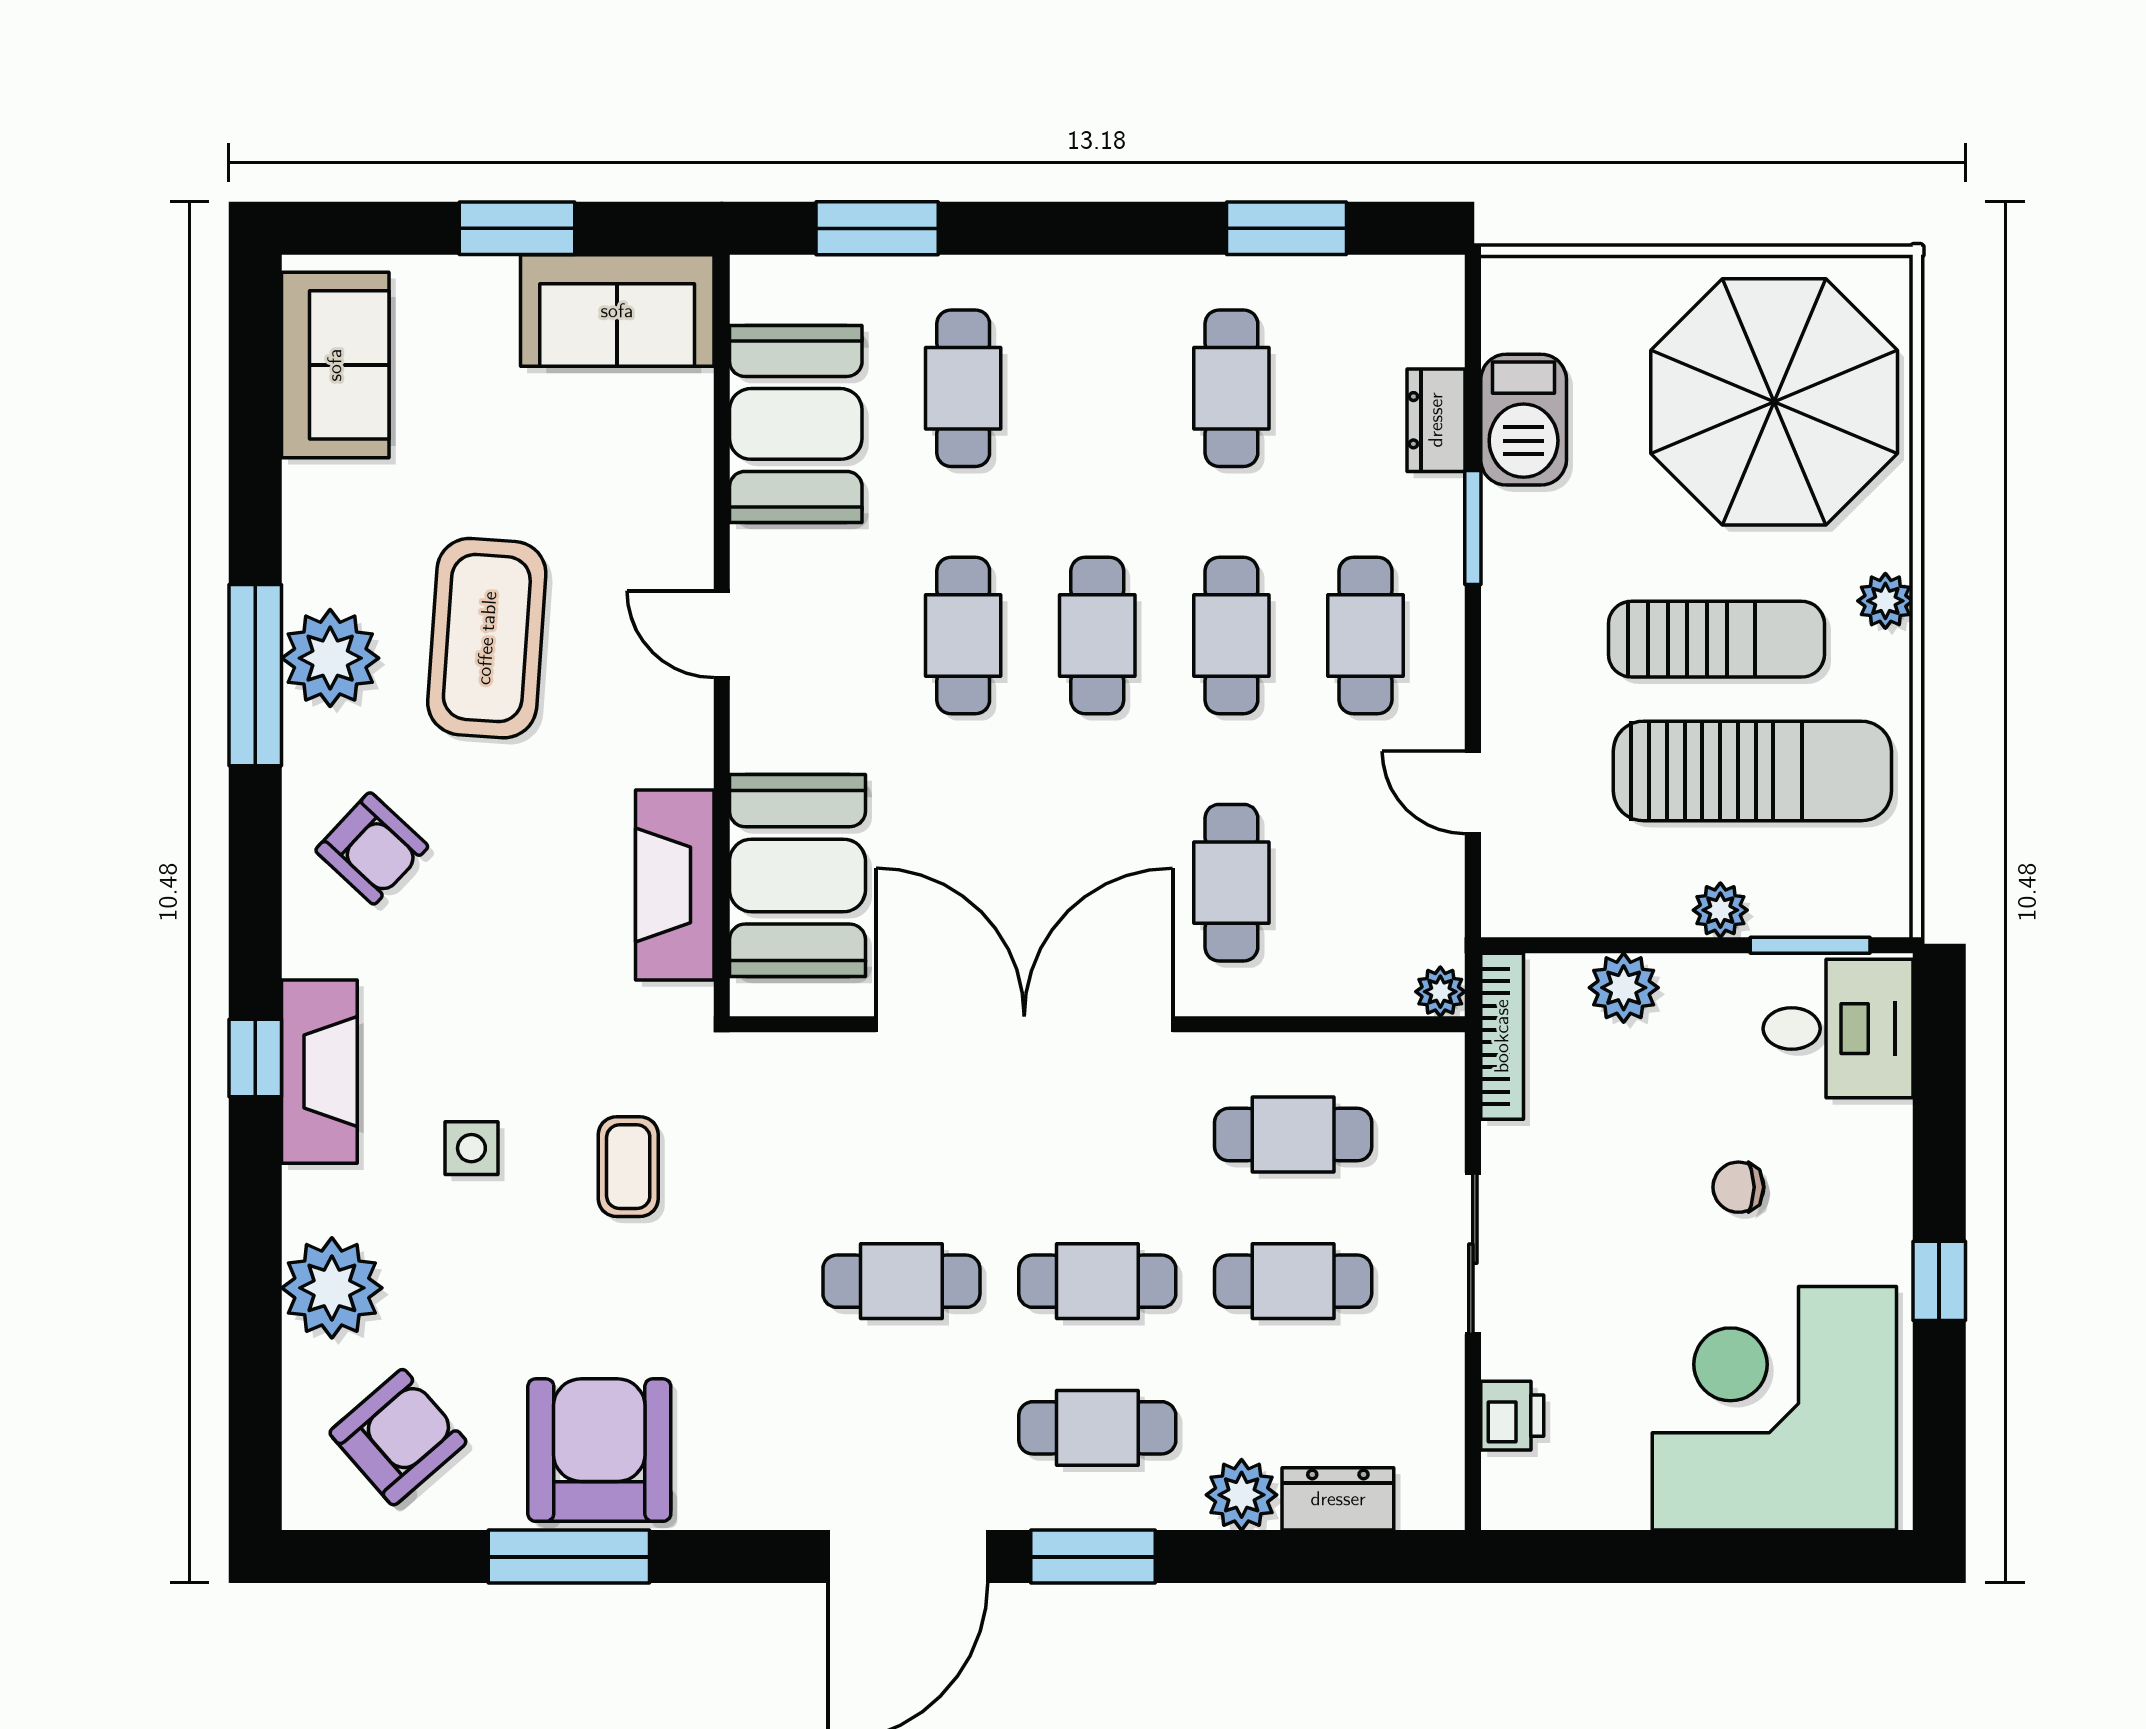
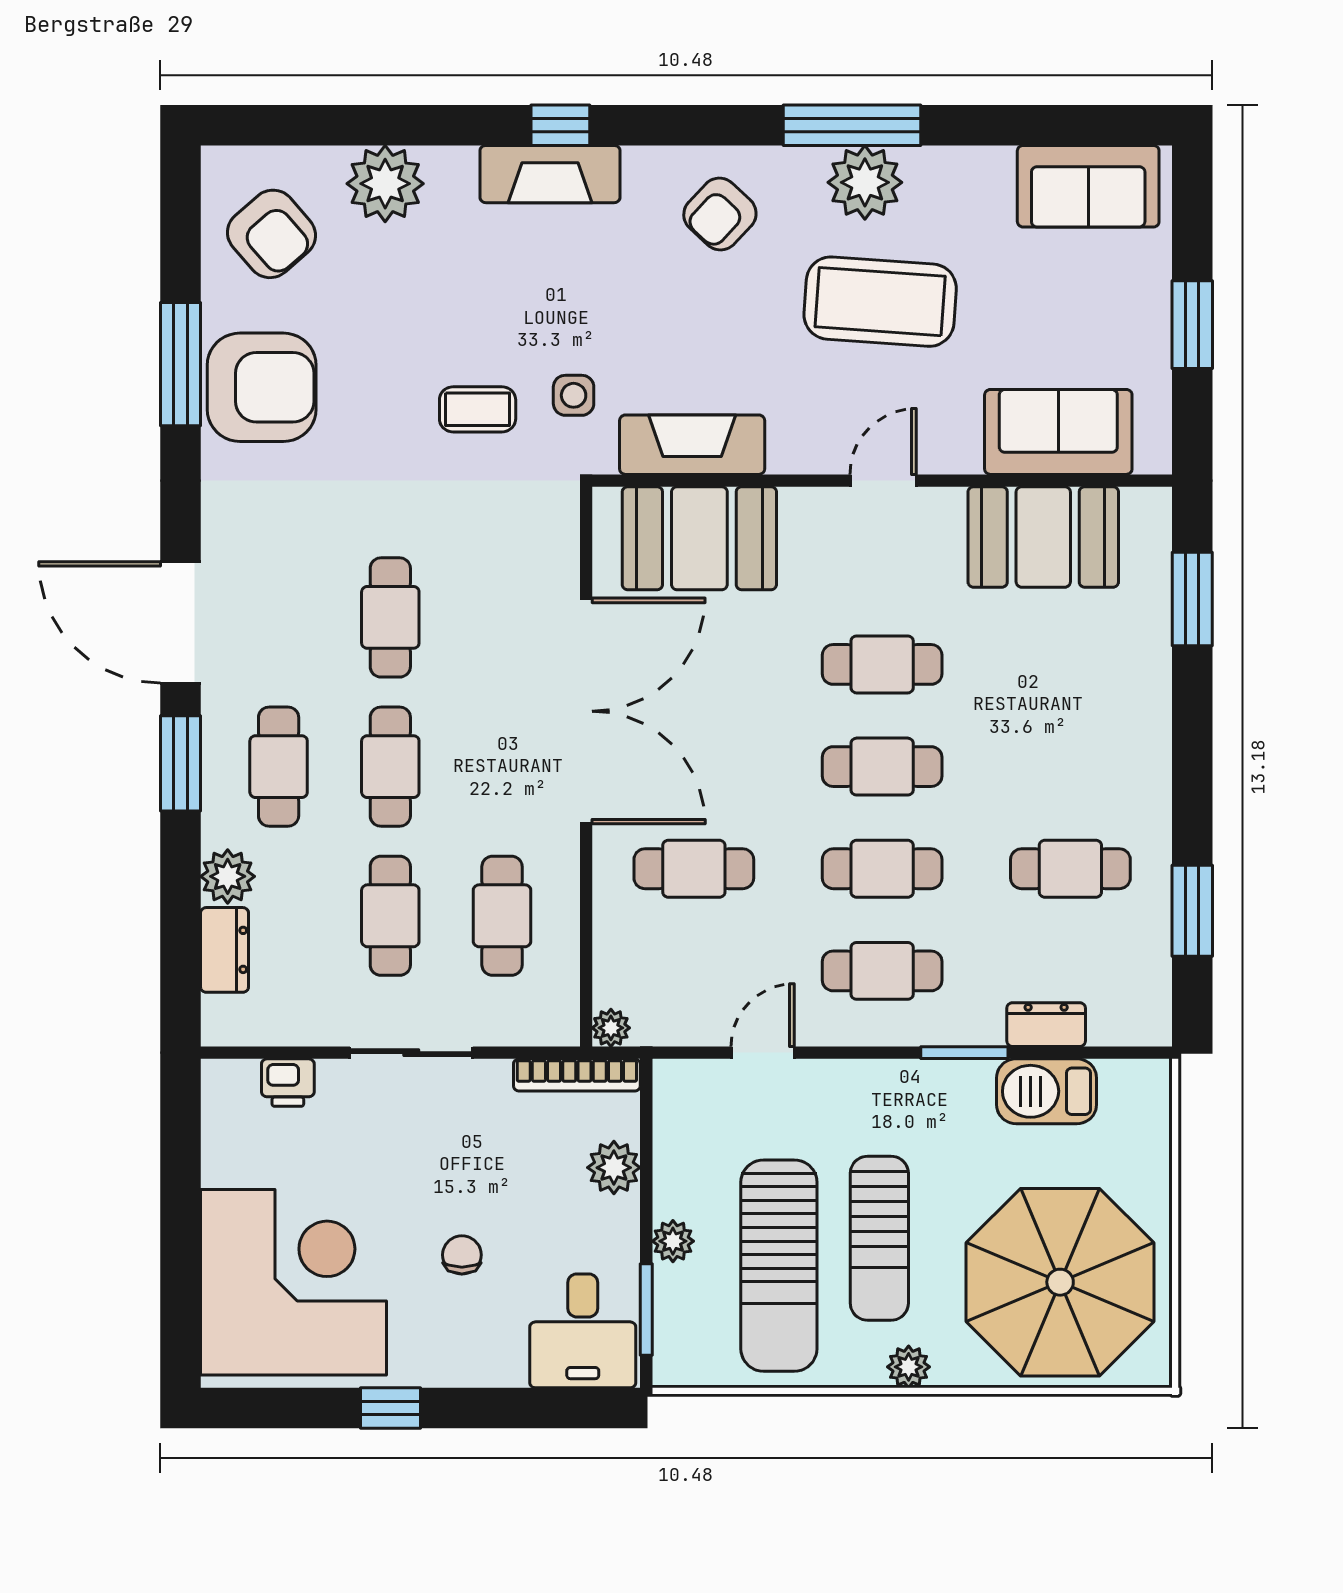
sofa: (617, 311) -> (1058, 432), moved, turned 90
cafe table: (963, 388) -> (1070, 664), removed
side table: (471, 1148) -> (574, 395), moved

